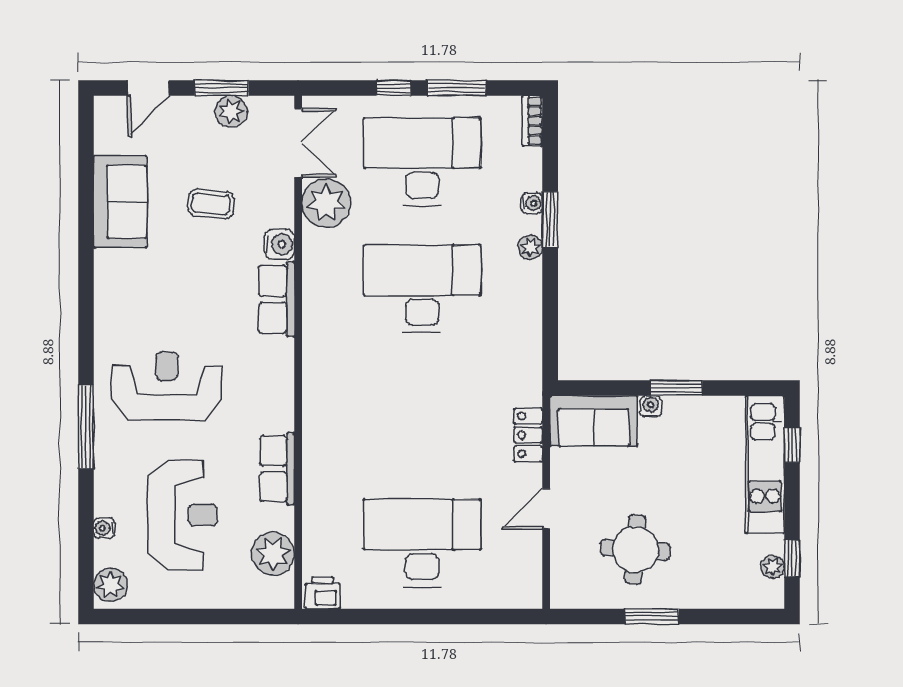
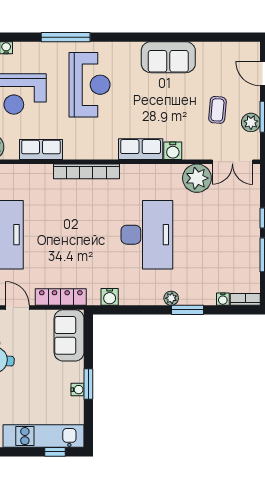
desk: (422, 161) -> (222, 235), removed
sofa: (120, 202) -> (168, 57), moved
water cooler: (532, 203) -> (223, 299), moved
coffee table: (211, 204) -> (217, 110), moved
water cooler: (528, 352) -> (110, 297), added
bookcase: (314, 391) -> (86, 171), added
water cooler: (651, 406) -> (78, 390), moved
locker: (528, 435) -> (61, 297), width x1.53

